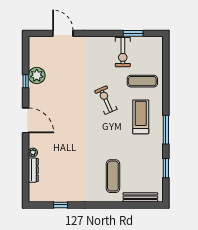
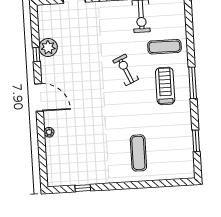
window: (166, 130) -> (193, 83), moved
dresser: (33, 170) -> (50, 152), removed
bench: (140, 197) -> (170, 174), removed

